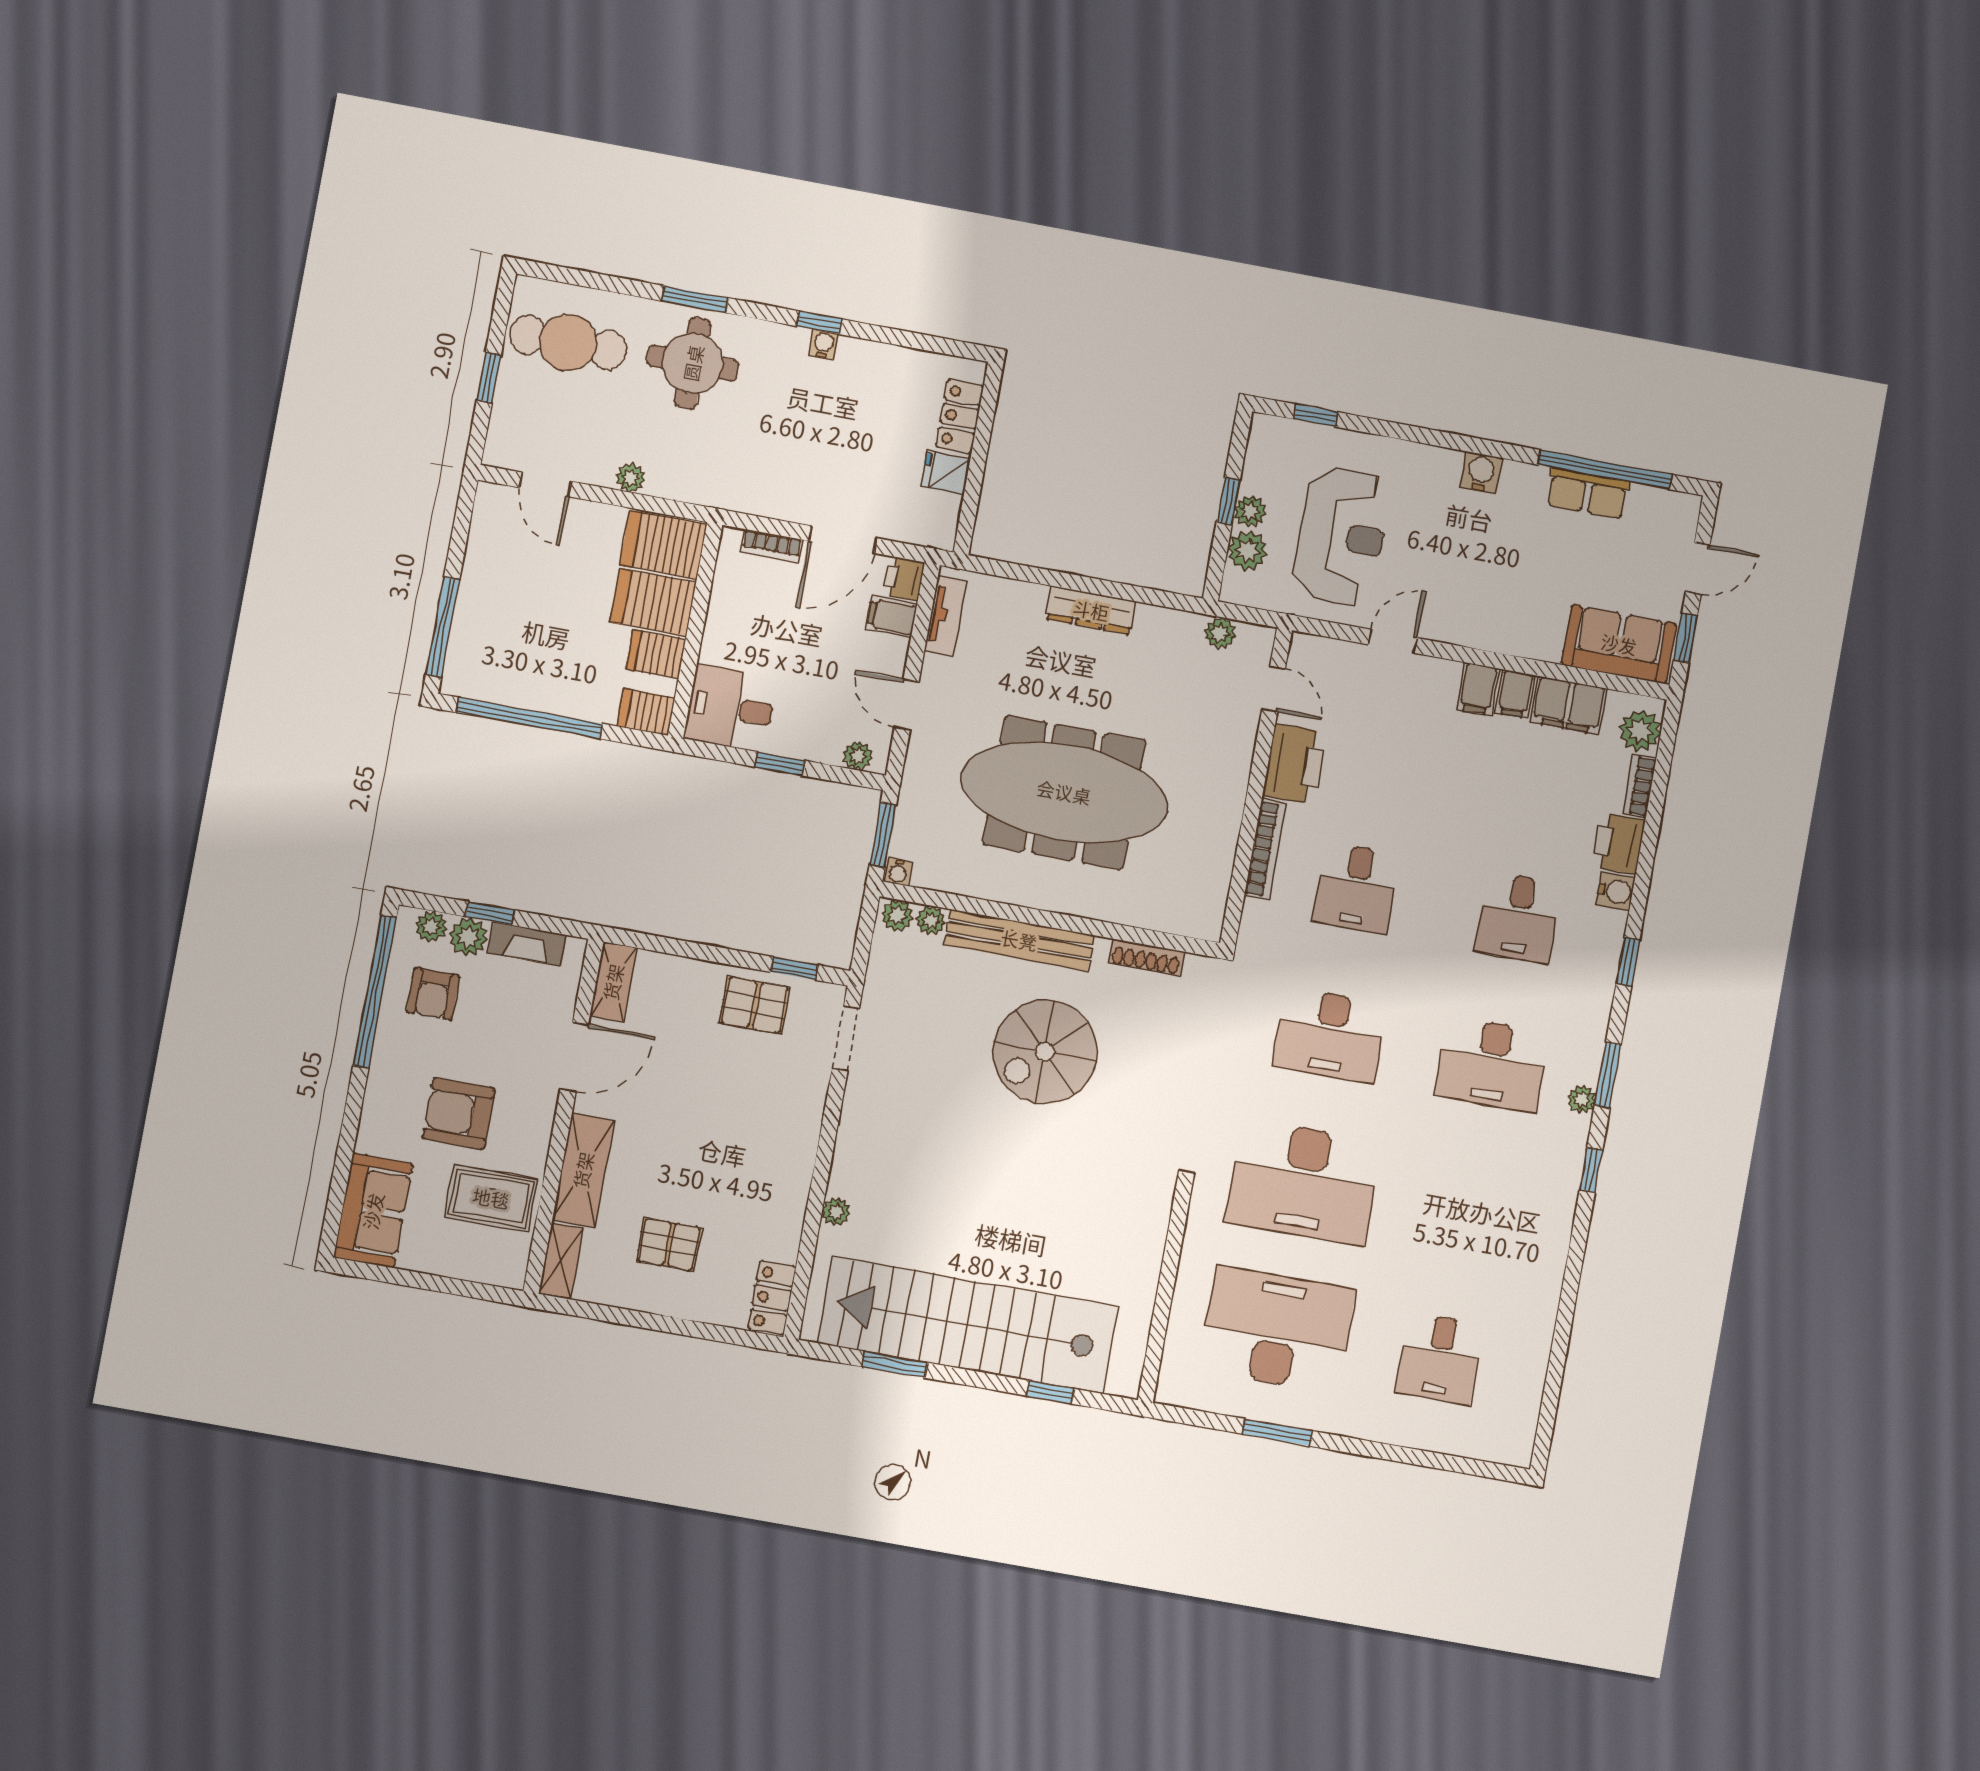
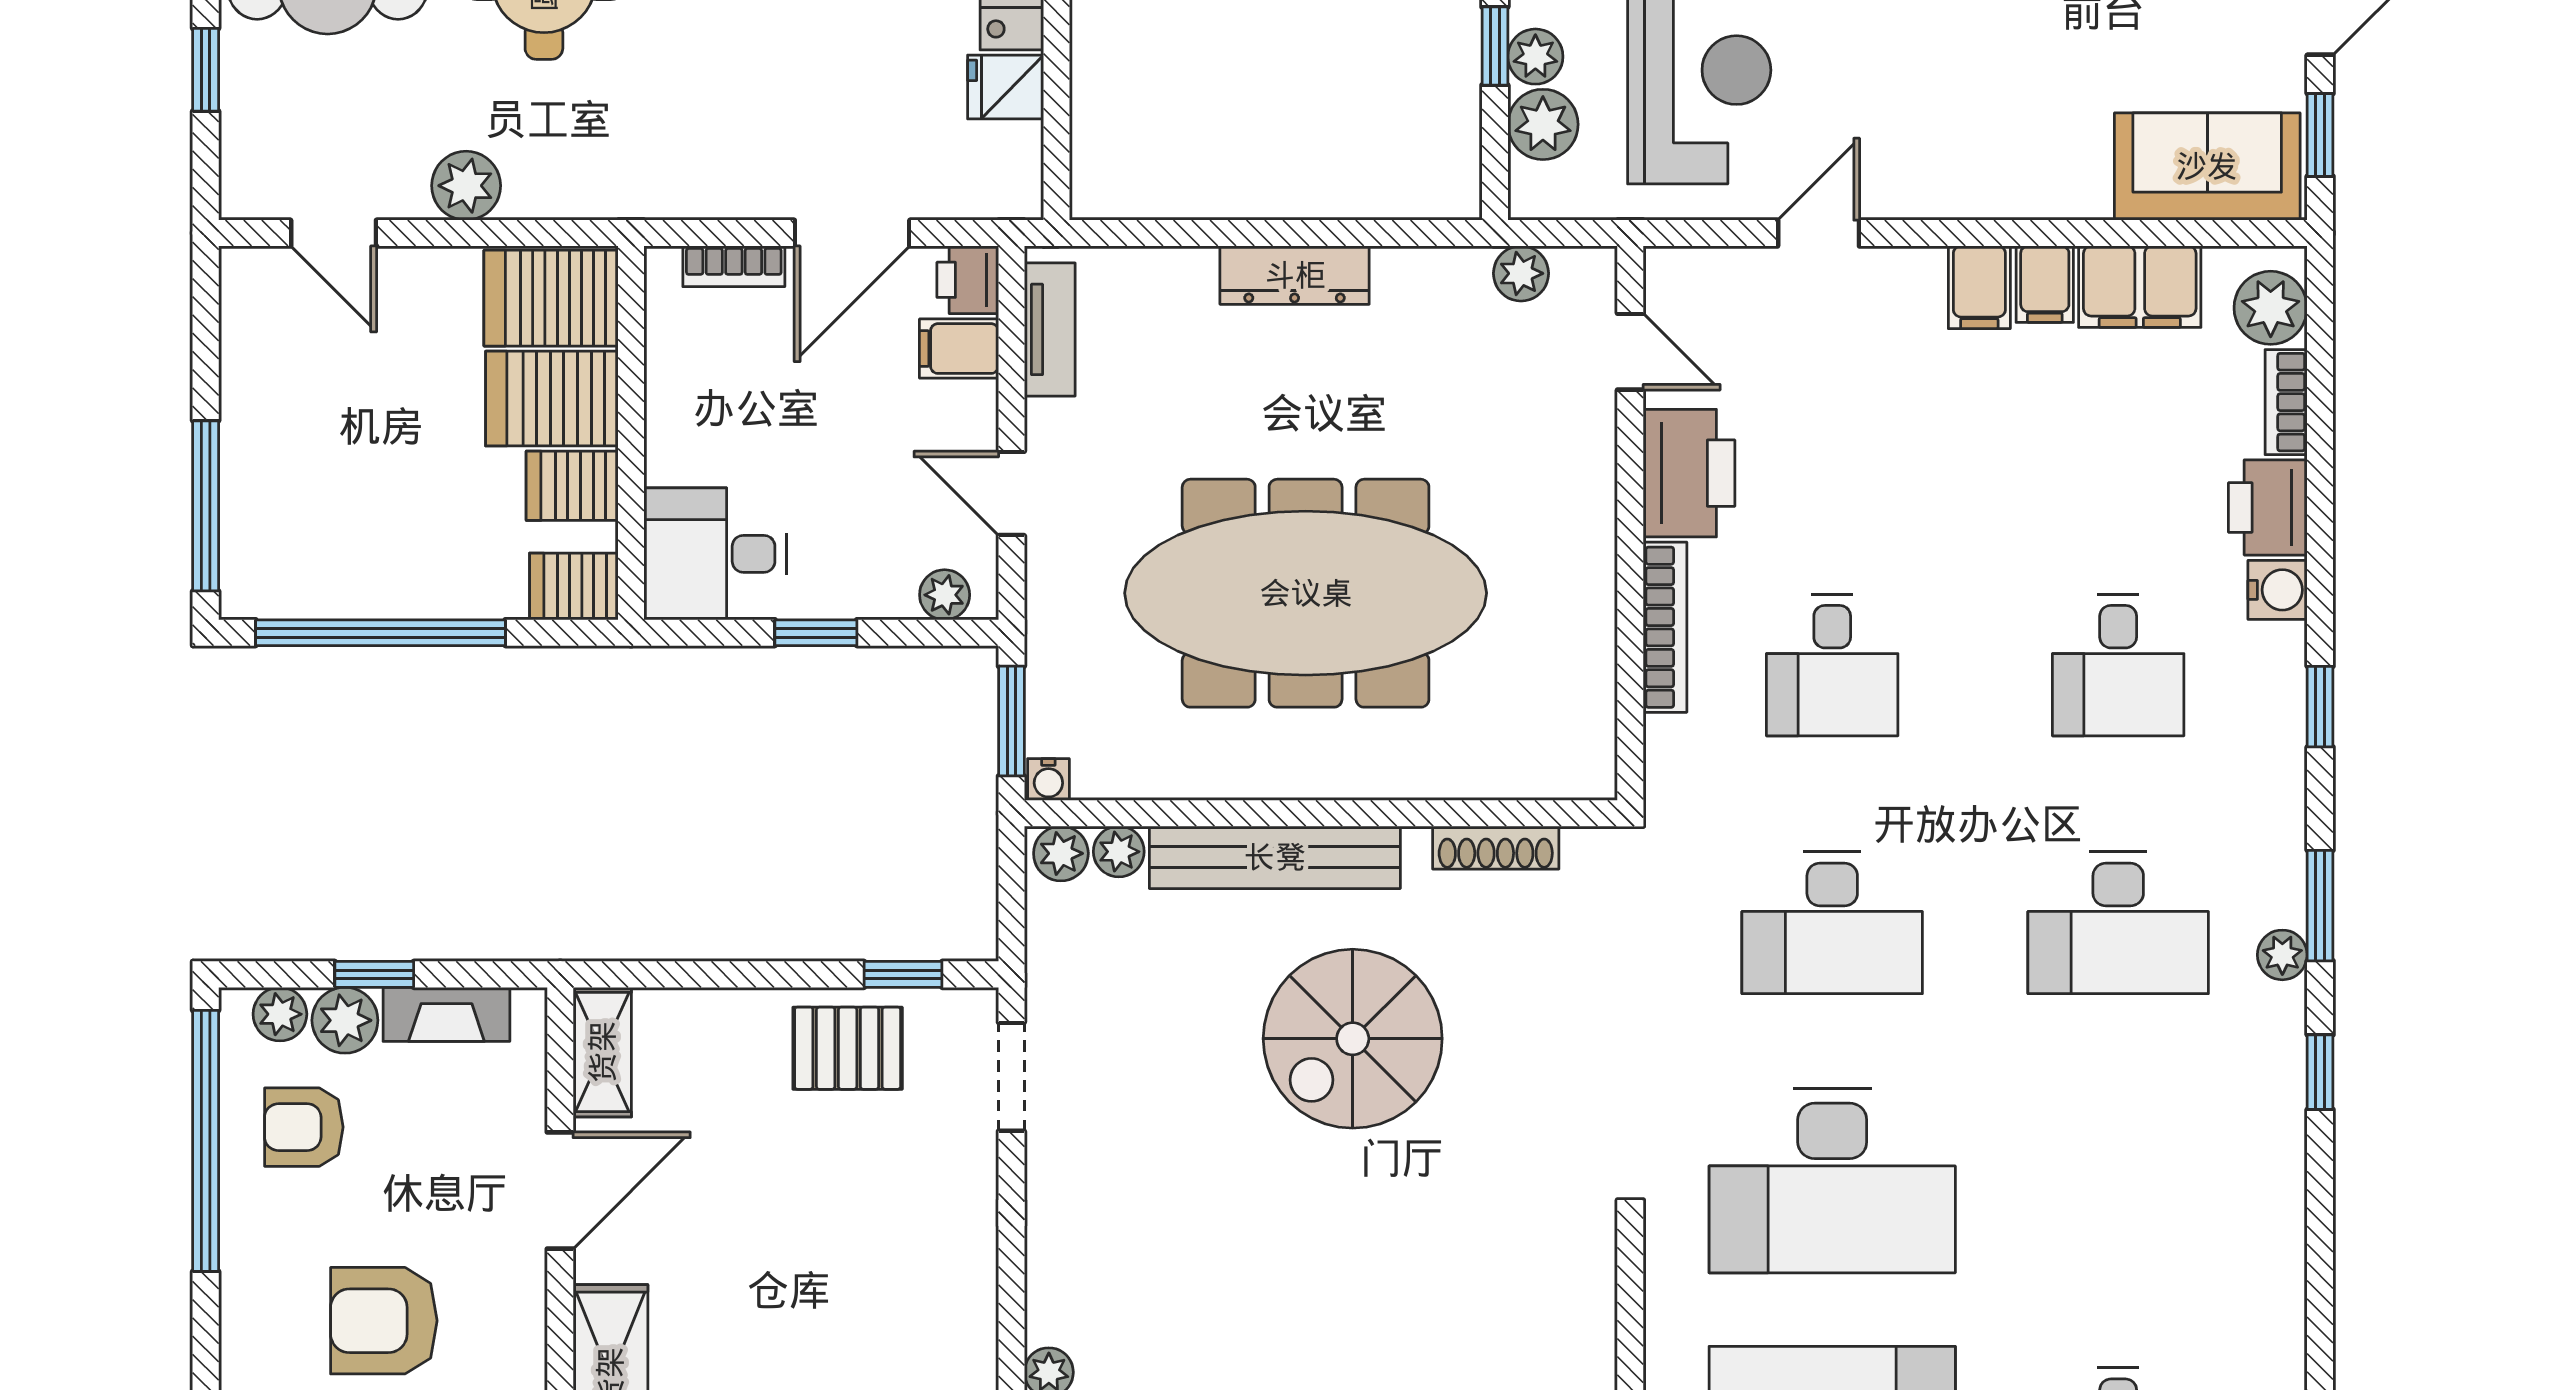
plant: (631, 478) -> (466, 186), width x1.38, depth x1.38
armchair: (433, 994) -> (304, 1127), turned 90

